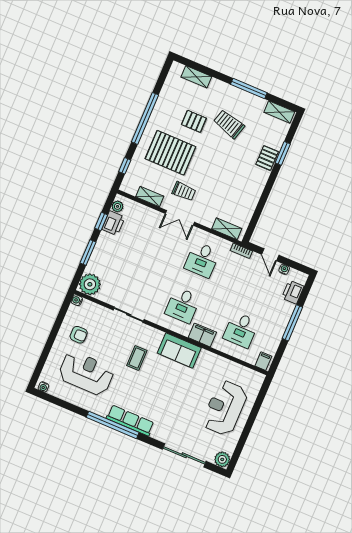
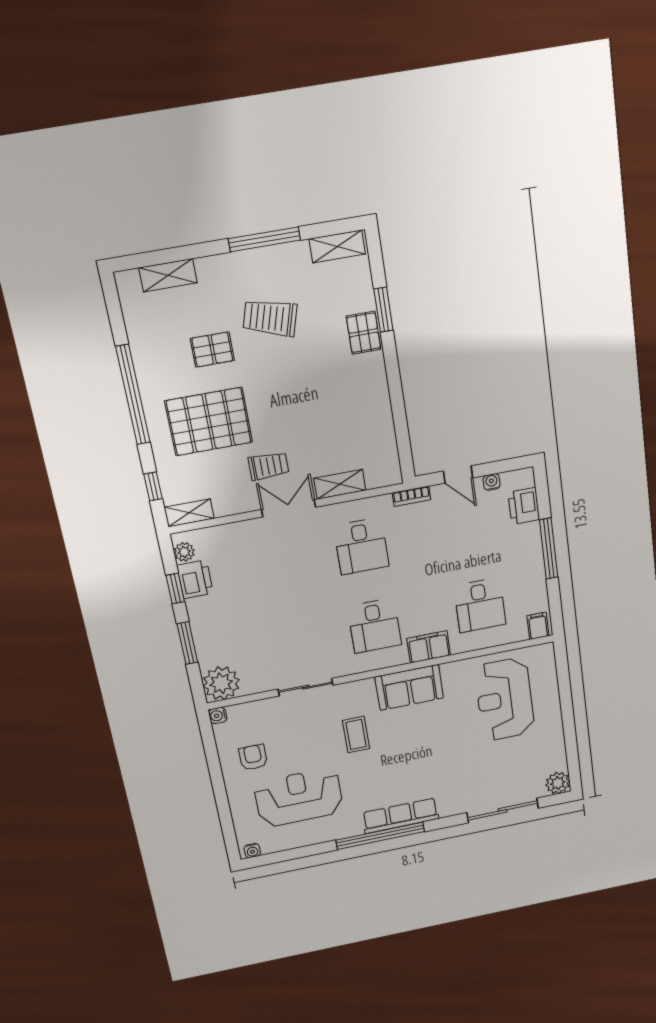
shelving: (150, 197) -> (189, 513), moved
double door: (180, 218) -> (289, 508), swing flipped
shelving: (227, 229) -> (340, 484), moved
armchair: (79, 335) -> (253, 757), turned -90
reception desk: (225, 408) -> (505, 699), moved

